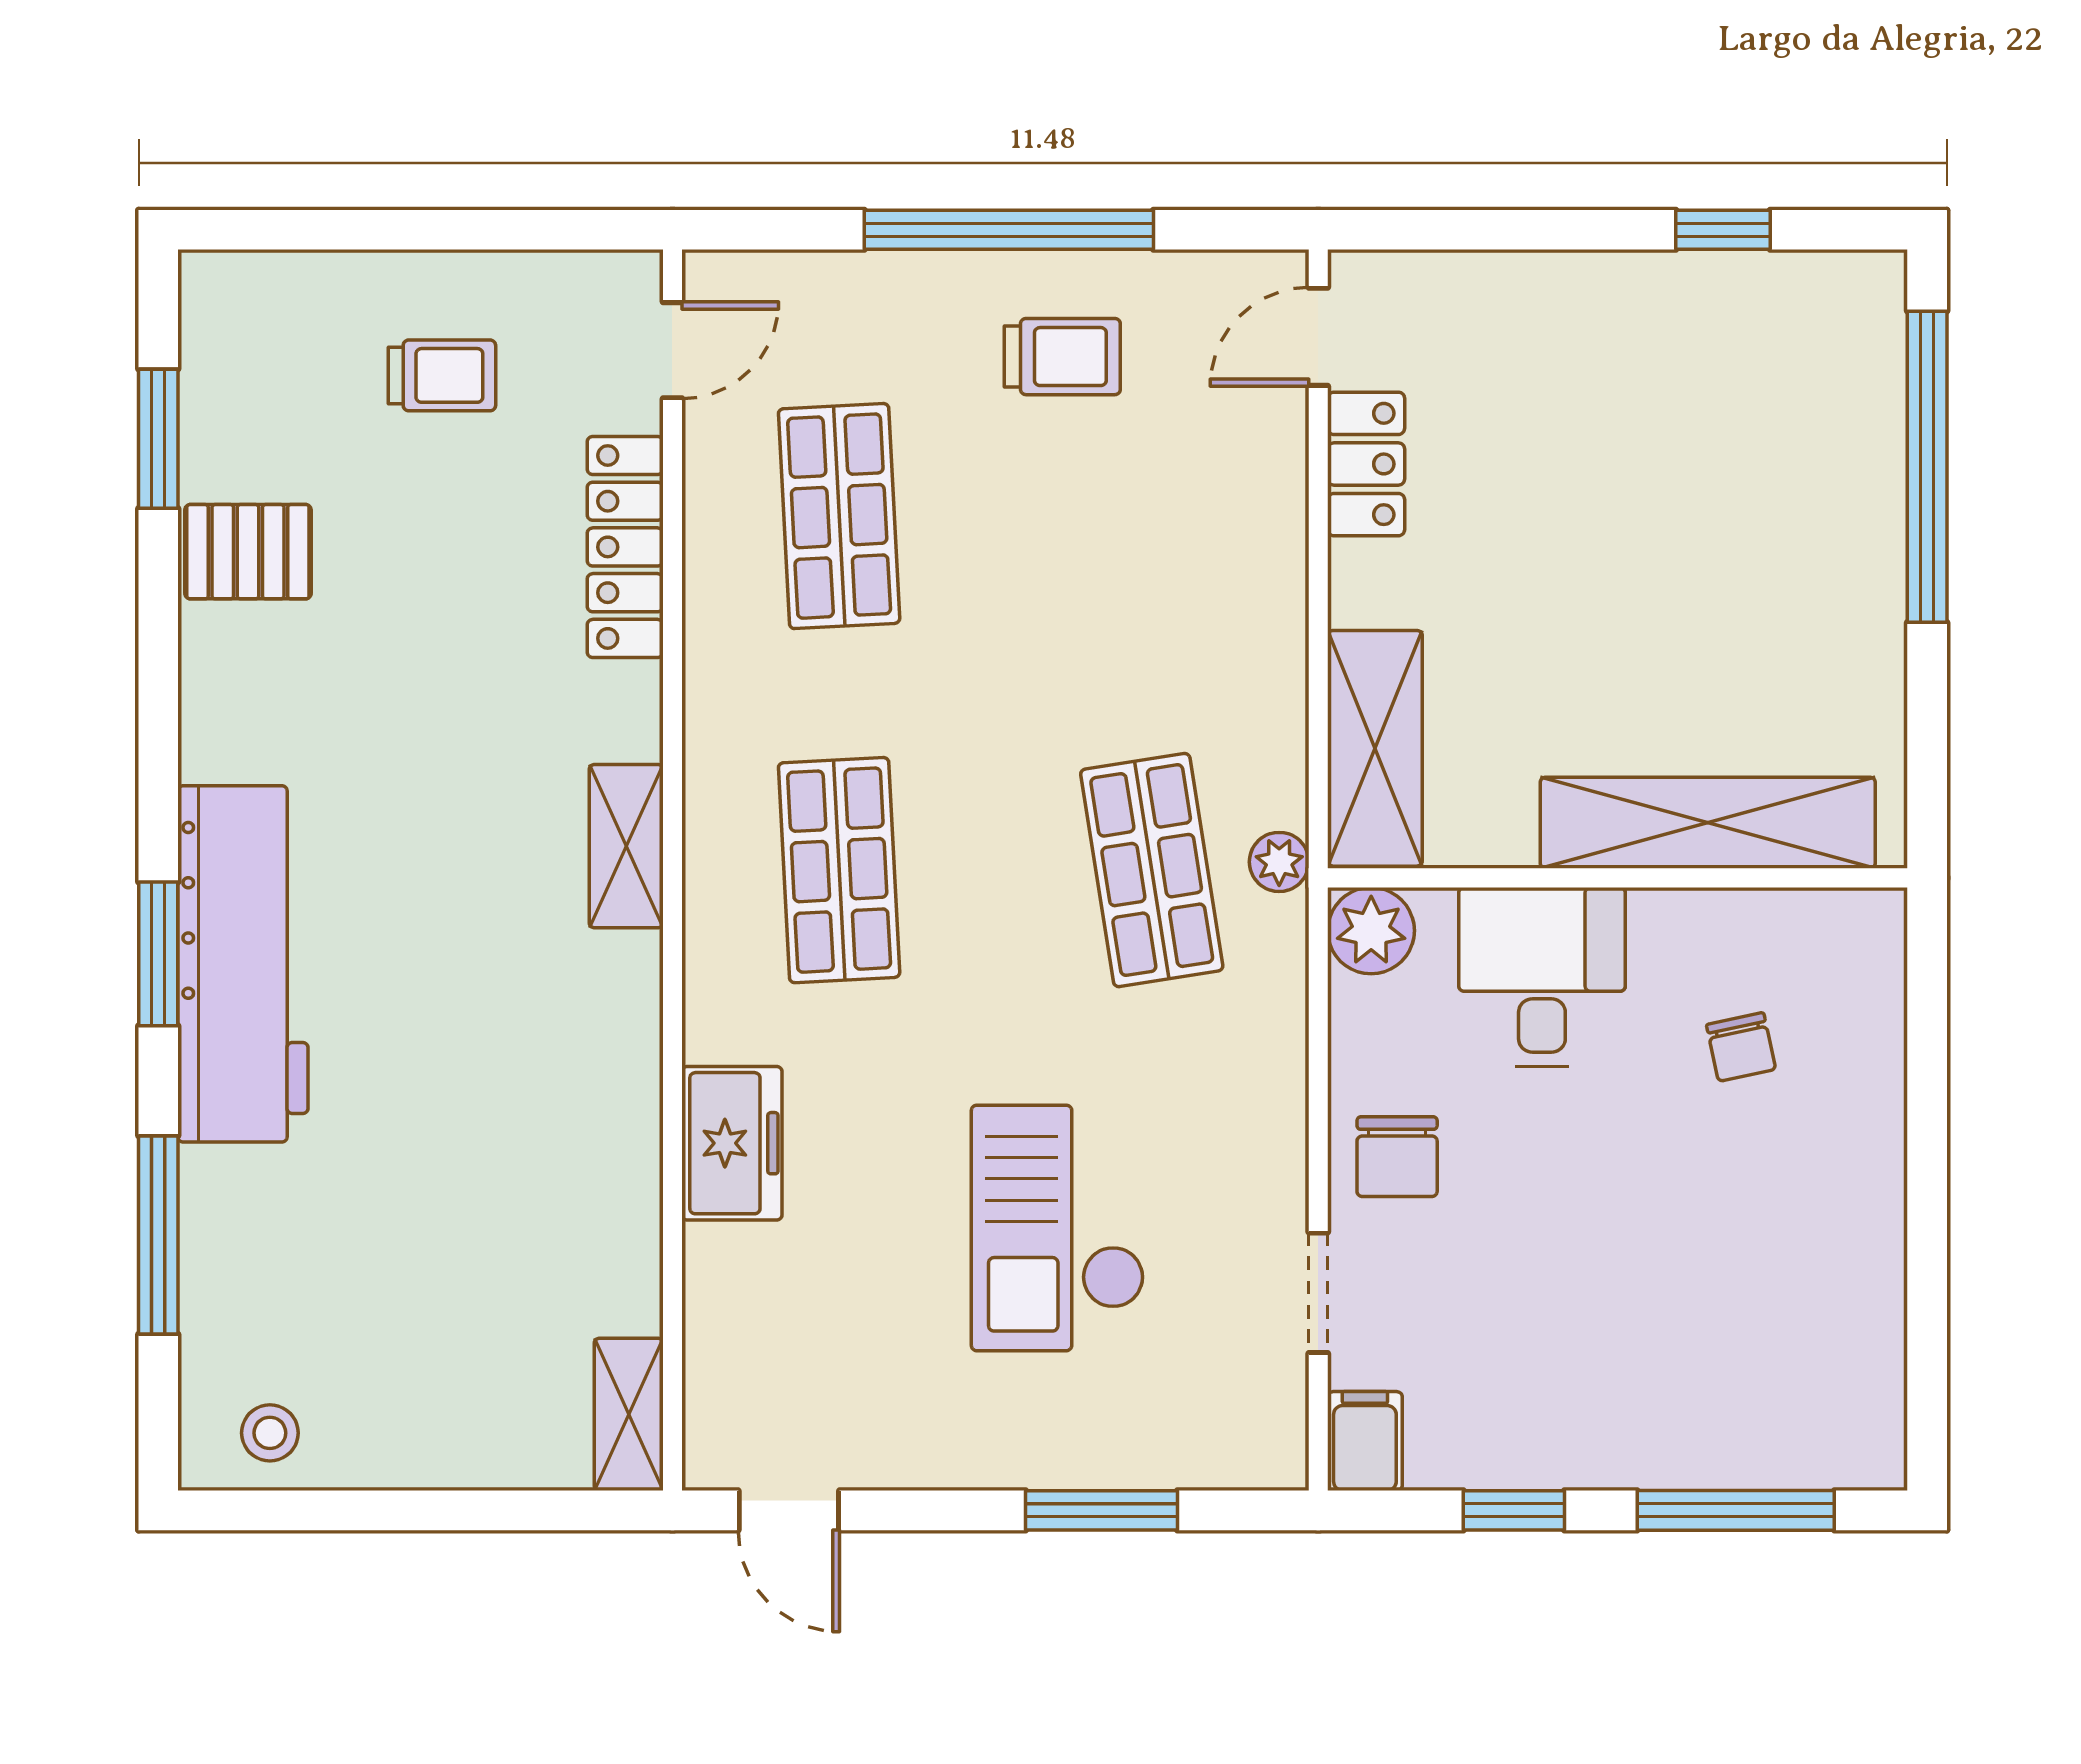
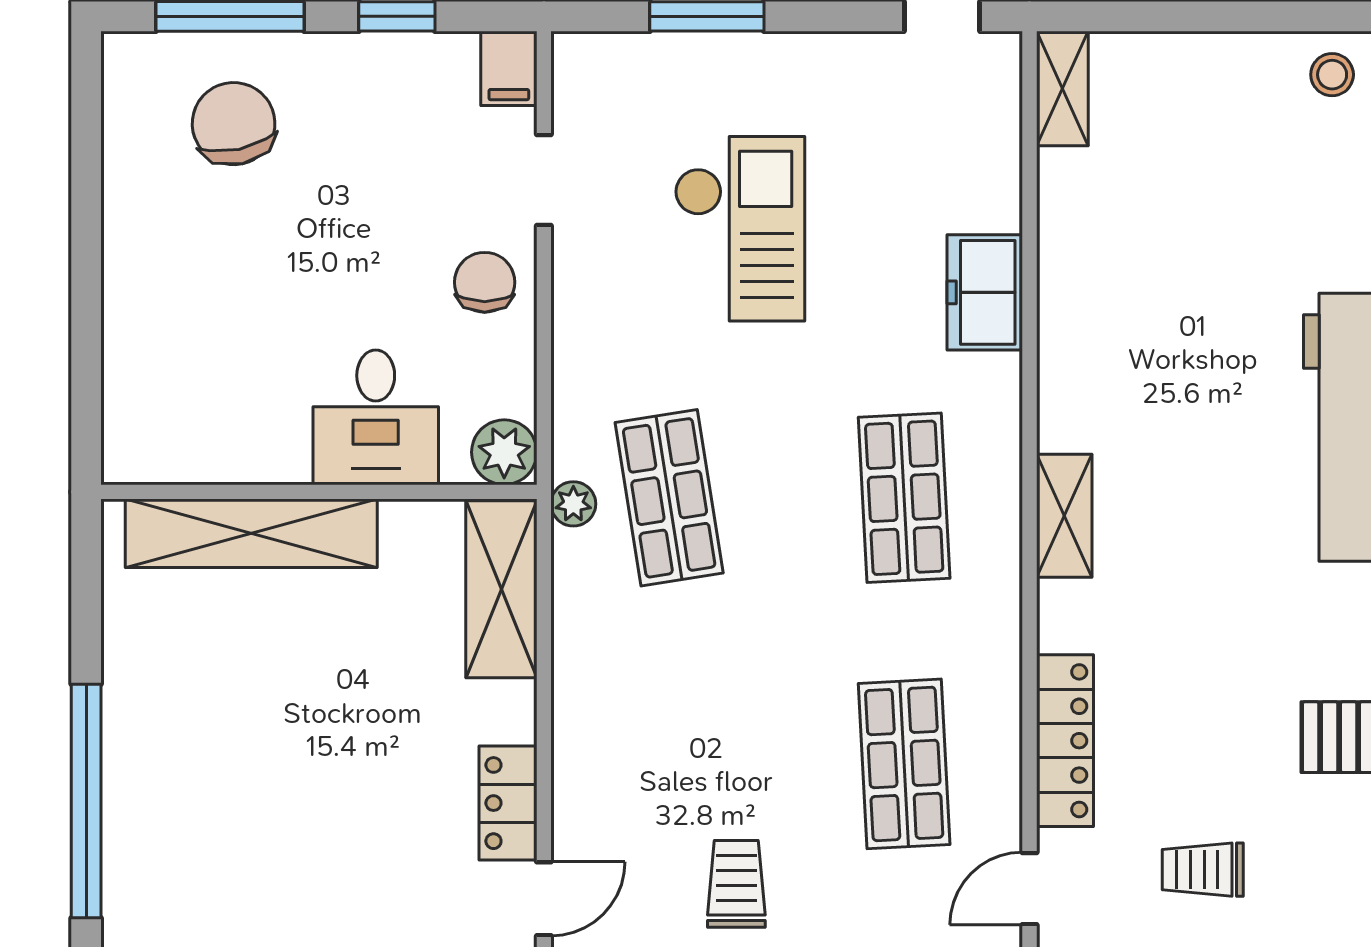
trolley: (1062, 357) -> (736, 884), turned 90
chair: (1741, 1047) -> (234, 124), moved, width x1.87, depth x1.87

